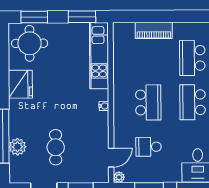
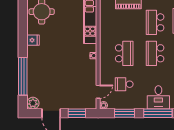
fridge: (20, 84) -> (33, 40), width x0.53, depth x0.75
plant: (17, 147) -> (33, 103), moved
cafe table: (56, 147) -> (59, 84), removed

